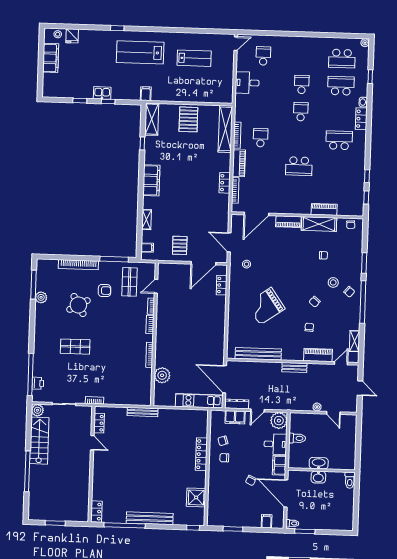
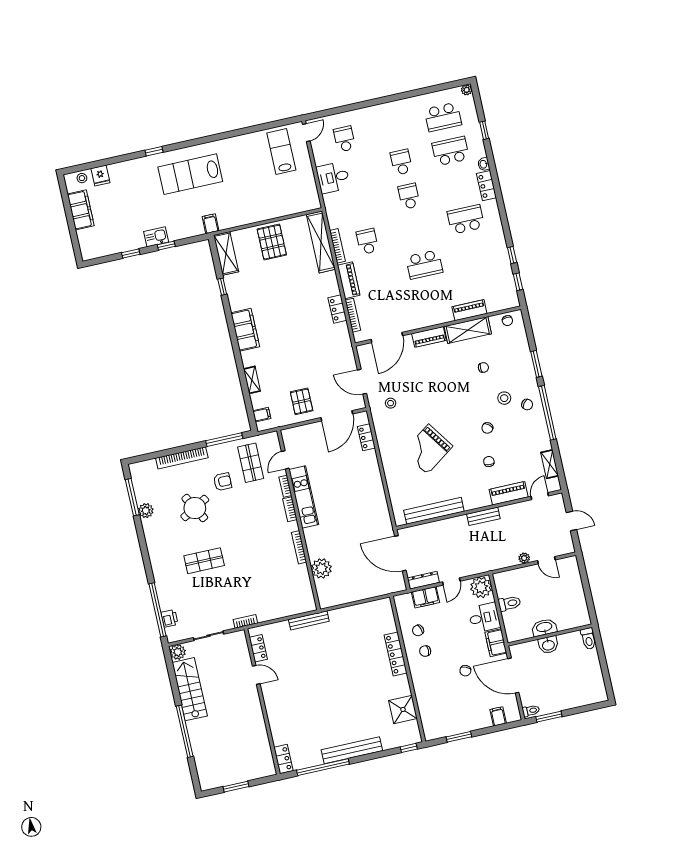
lab bench: (194, 58) -> (281, 151), moved, turned -90
kitchen unit: (199, 401) -> (304, 497), moved, turned 90

